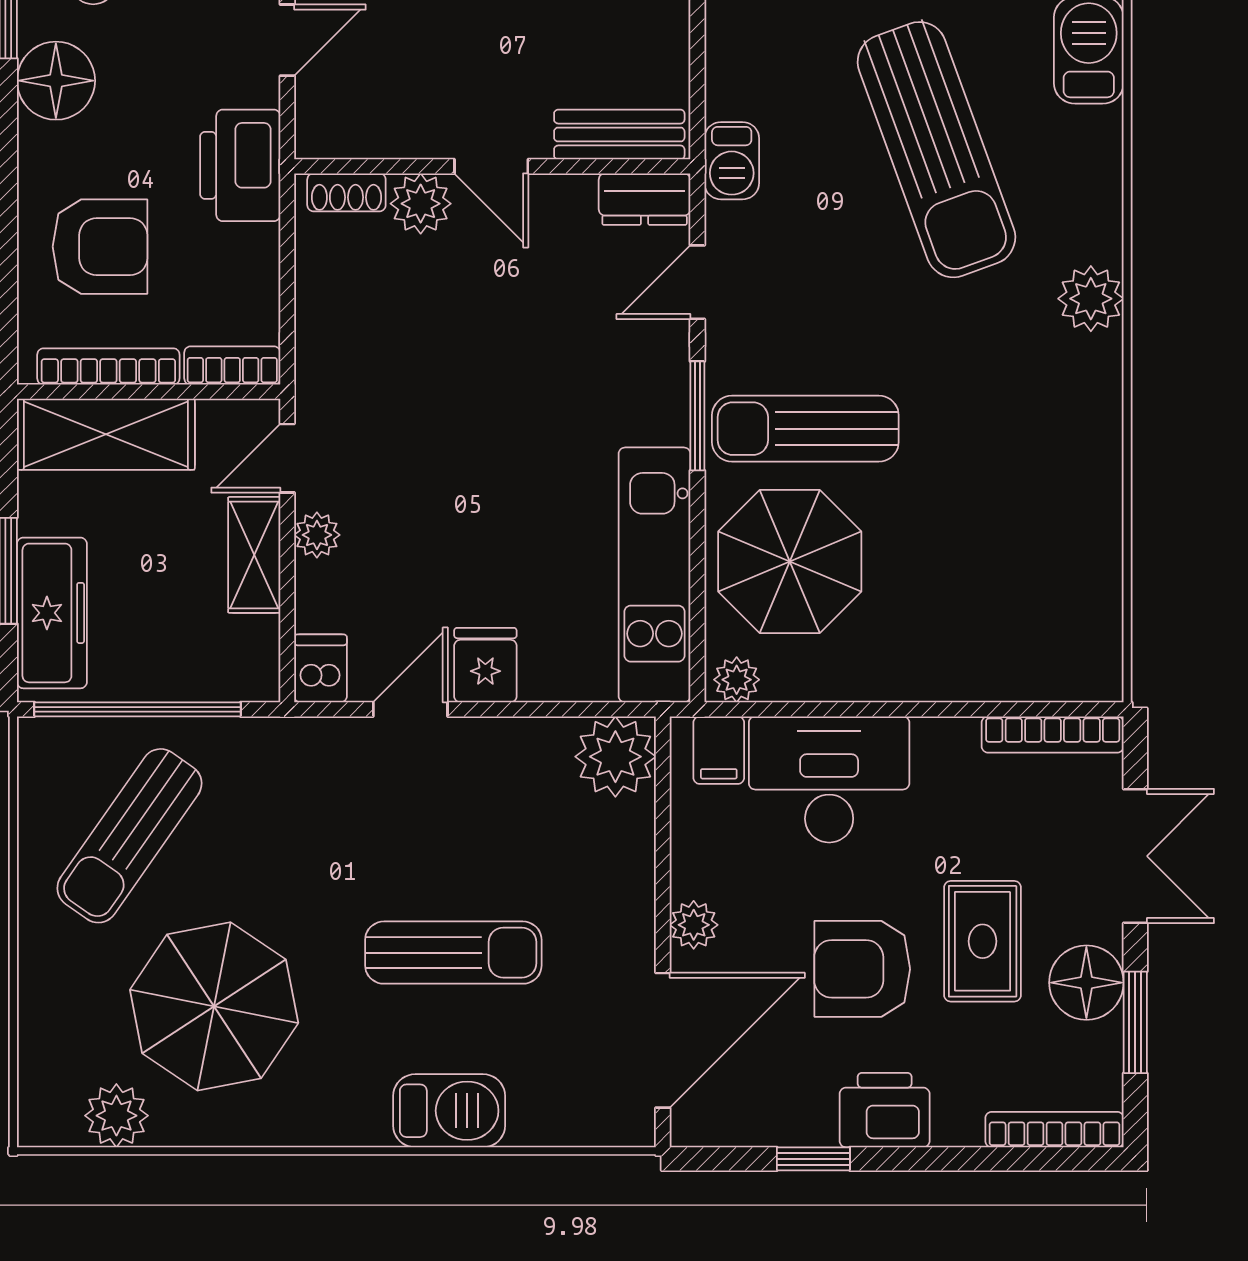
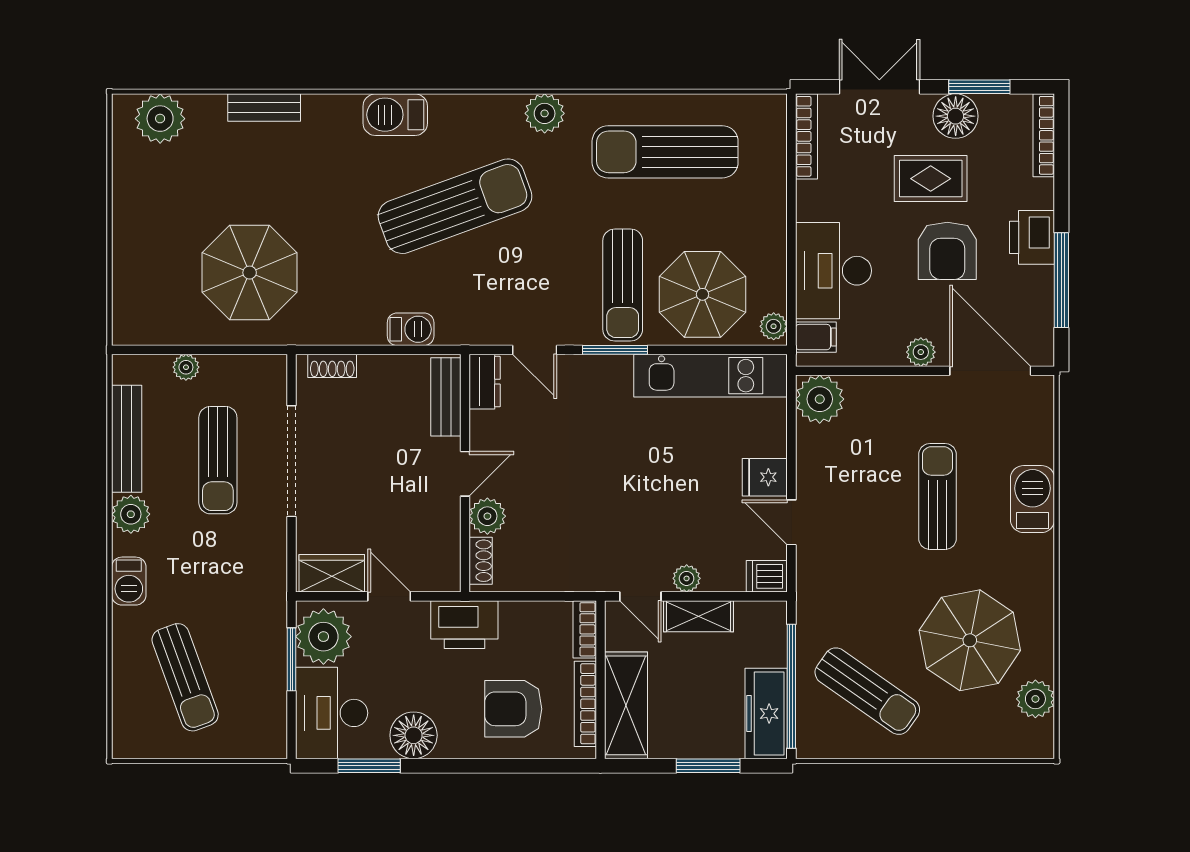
barbecue: (732, 161) -> (411, 329), moved
armchair: (100, 247) -> (513, 709), turned -90
sun lounger: (1027, 499) -> (665, 152), added
freezer: (52, 613) -> (766, 714), moved, turned -90
window: (813, 1159) -> (1061, 280), width x2.17

